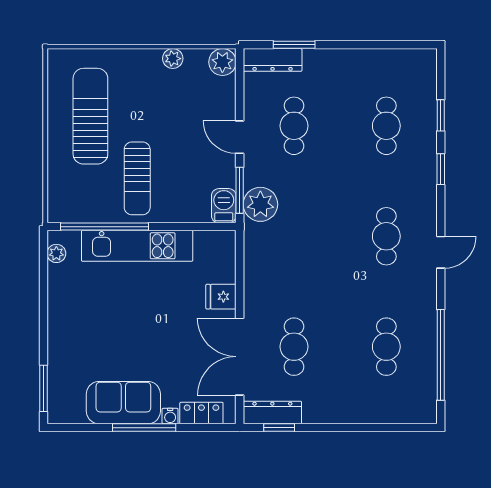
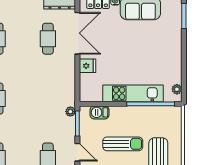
sun lounger: (137, 178) -> (123, 144), moved, turned 90
plant: (260, 204) -> (70, 112), width x0.53, depth x0.53
barbecue: (224, 206) -> (99, 112), moved, turned 90

